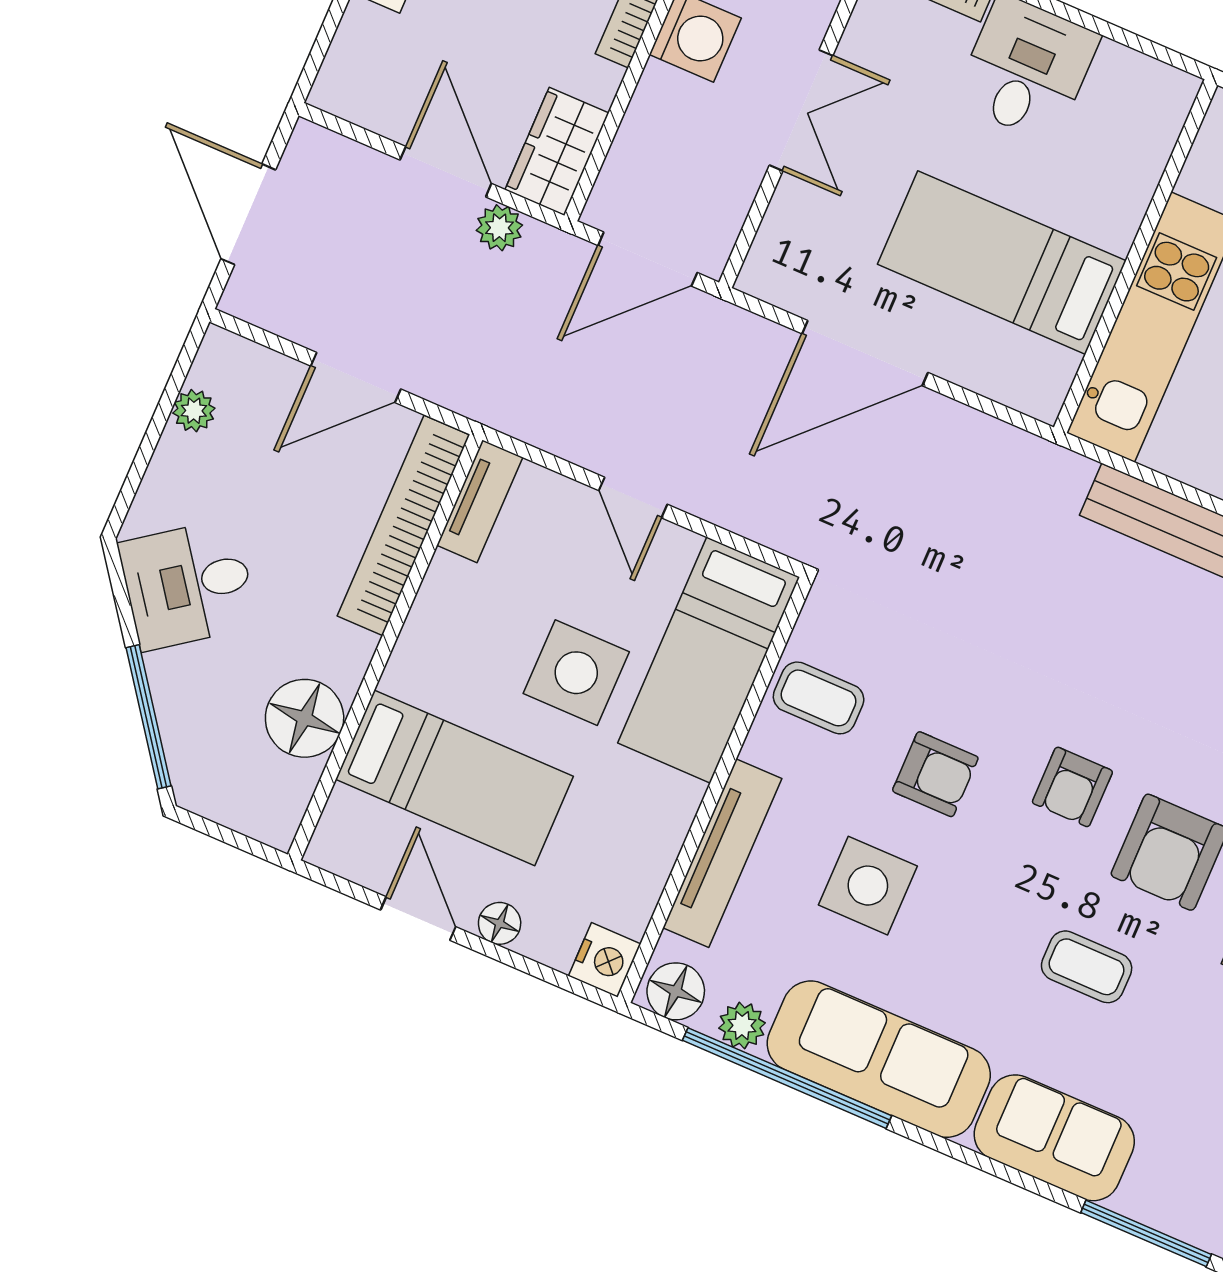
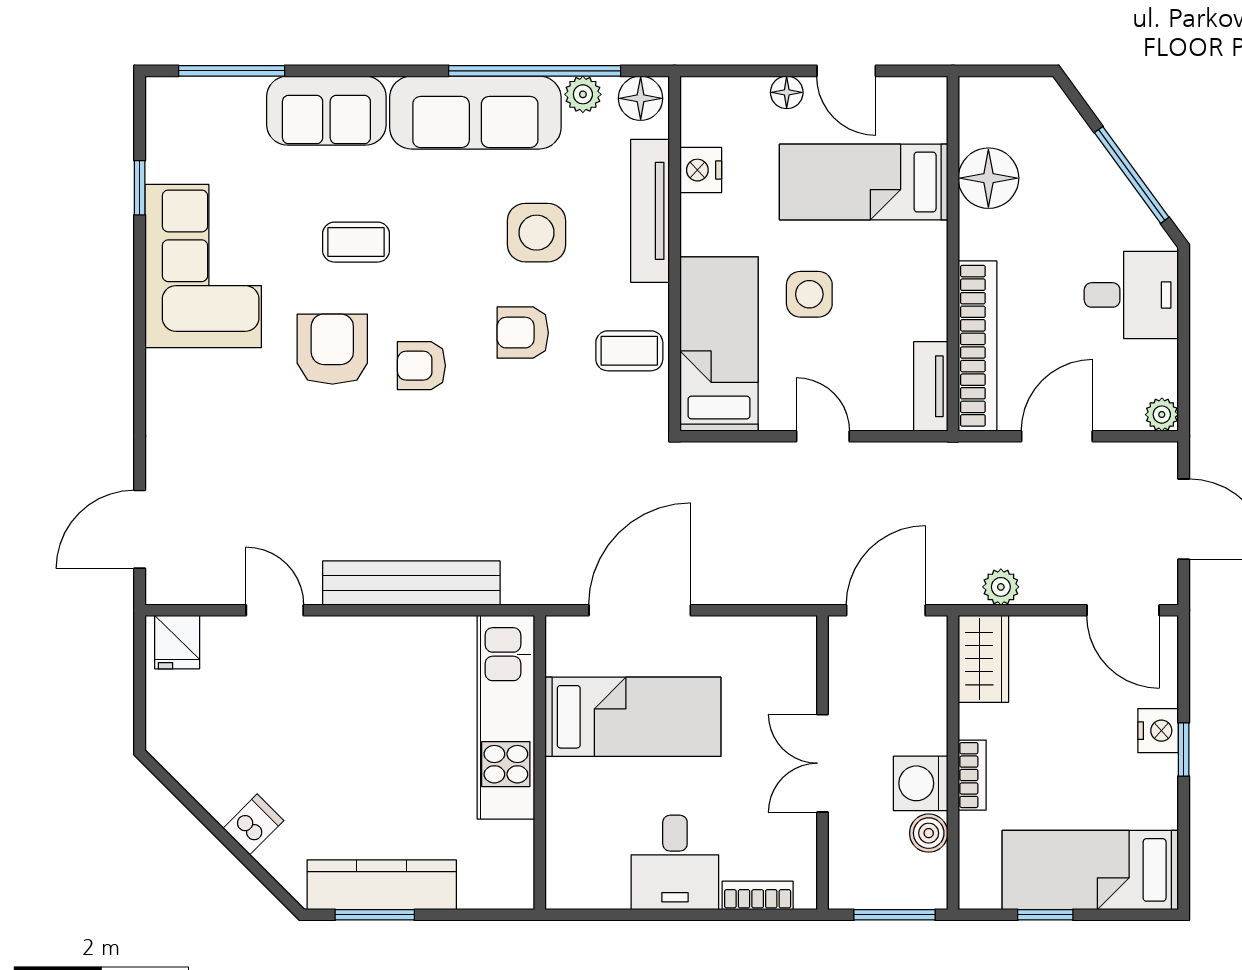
door: (446, 172) -> (1123, 610), moved
door: (865, 353) -> (640, 610), moved
plant: (194, 411) -> (1162, 415), moved
desk: (188, 585) -> (1131, 295), moved, turned 36
side table: (576, 673) -> (809, 294), width x0.73, depth x0.73
window: (148, 717) -> (1132, 175), moved
armchair: (1072, 787) -> (421, 366), turned -90
nightstand: (605, 960) -> (701, 170), moved

